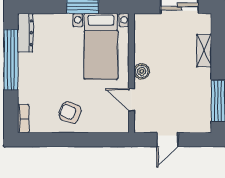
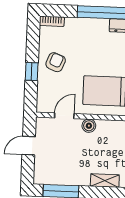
window: (82, 140) -> (32, 72), added
door: (167, 140) -> (29, 146), hinge flipped

